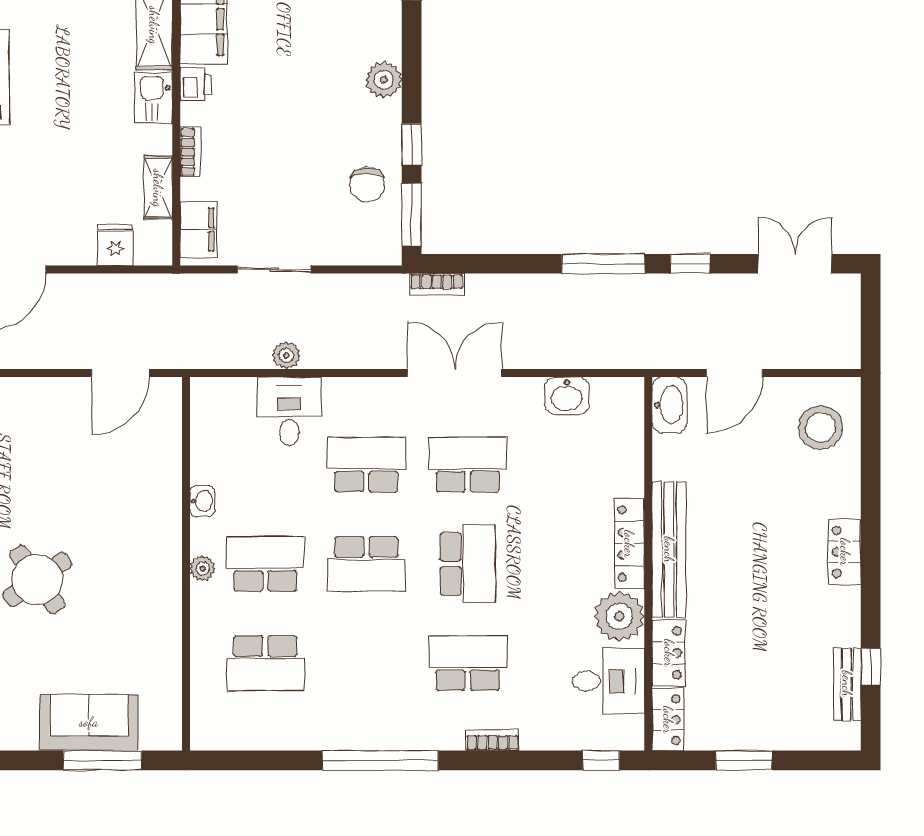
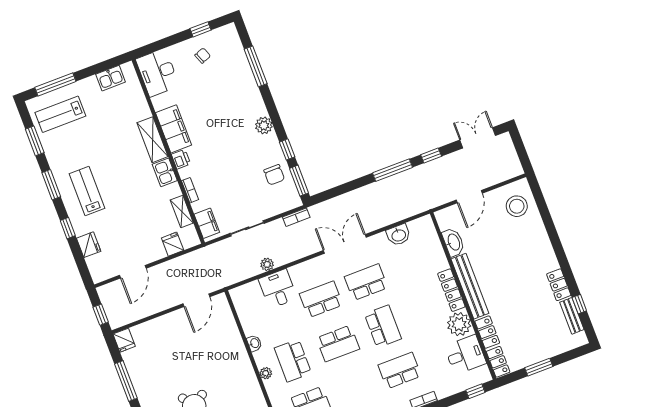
bookcase: (437, 284) -> (296, 217), moved
washbasin: (669, 405) -> (453, 242), moved
locker: (845, 552) -> (559, 285), moved
school desk: (265, 564) -> (293, 361), turned -90

